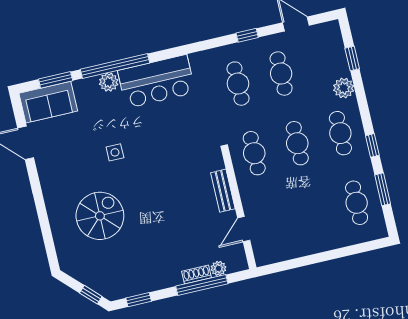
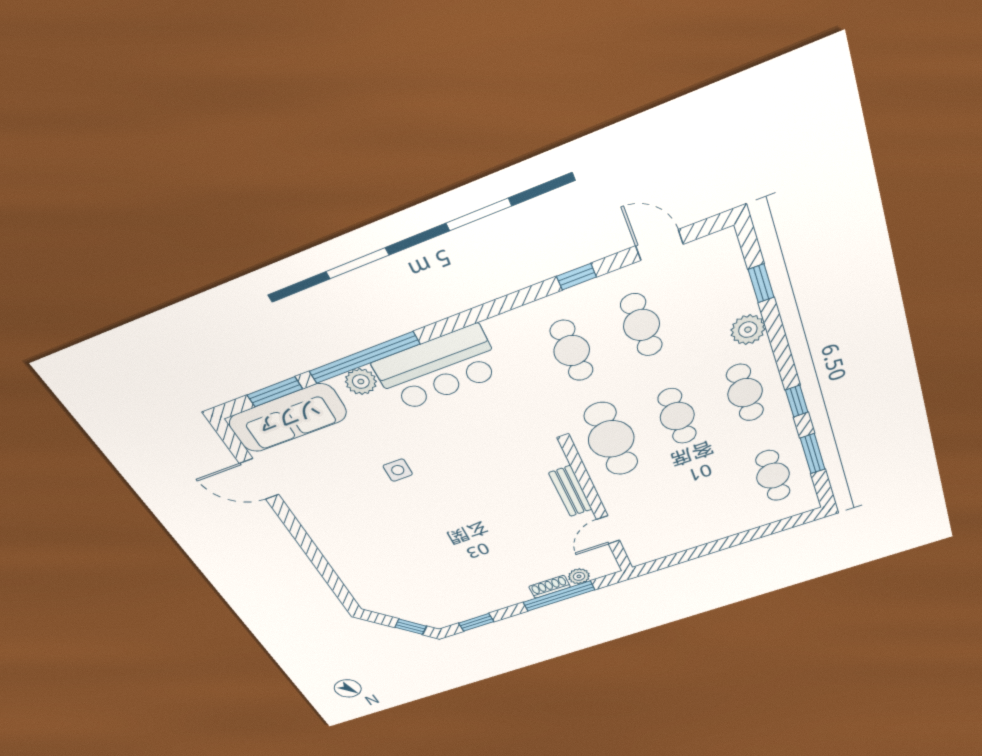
sofa: (48, 102) -> (288, 418), width x1.36
cafe table: (254, 153) -> (611, 439), width x1.37, depth x1.35
spiral stairs: (100, 216) -> (398, 546), removed

